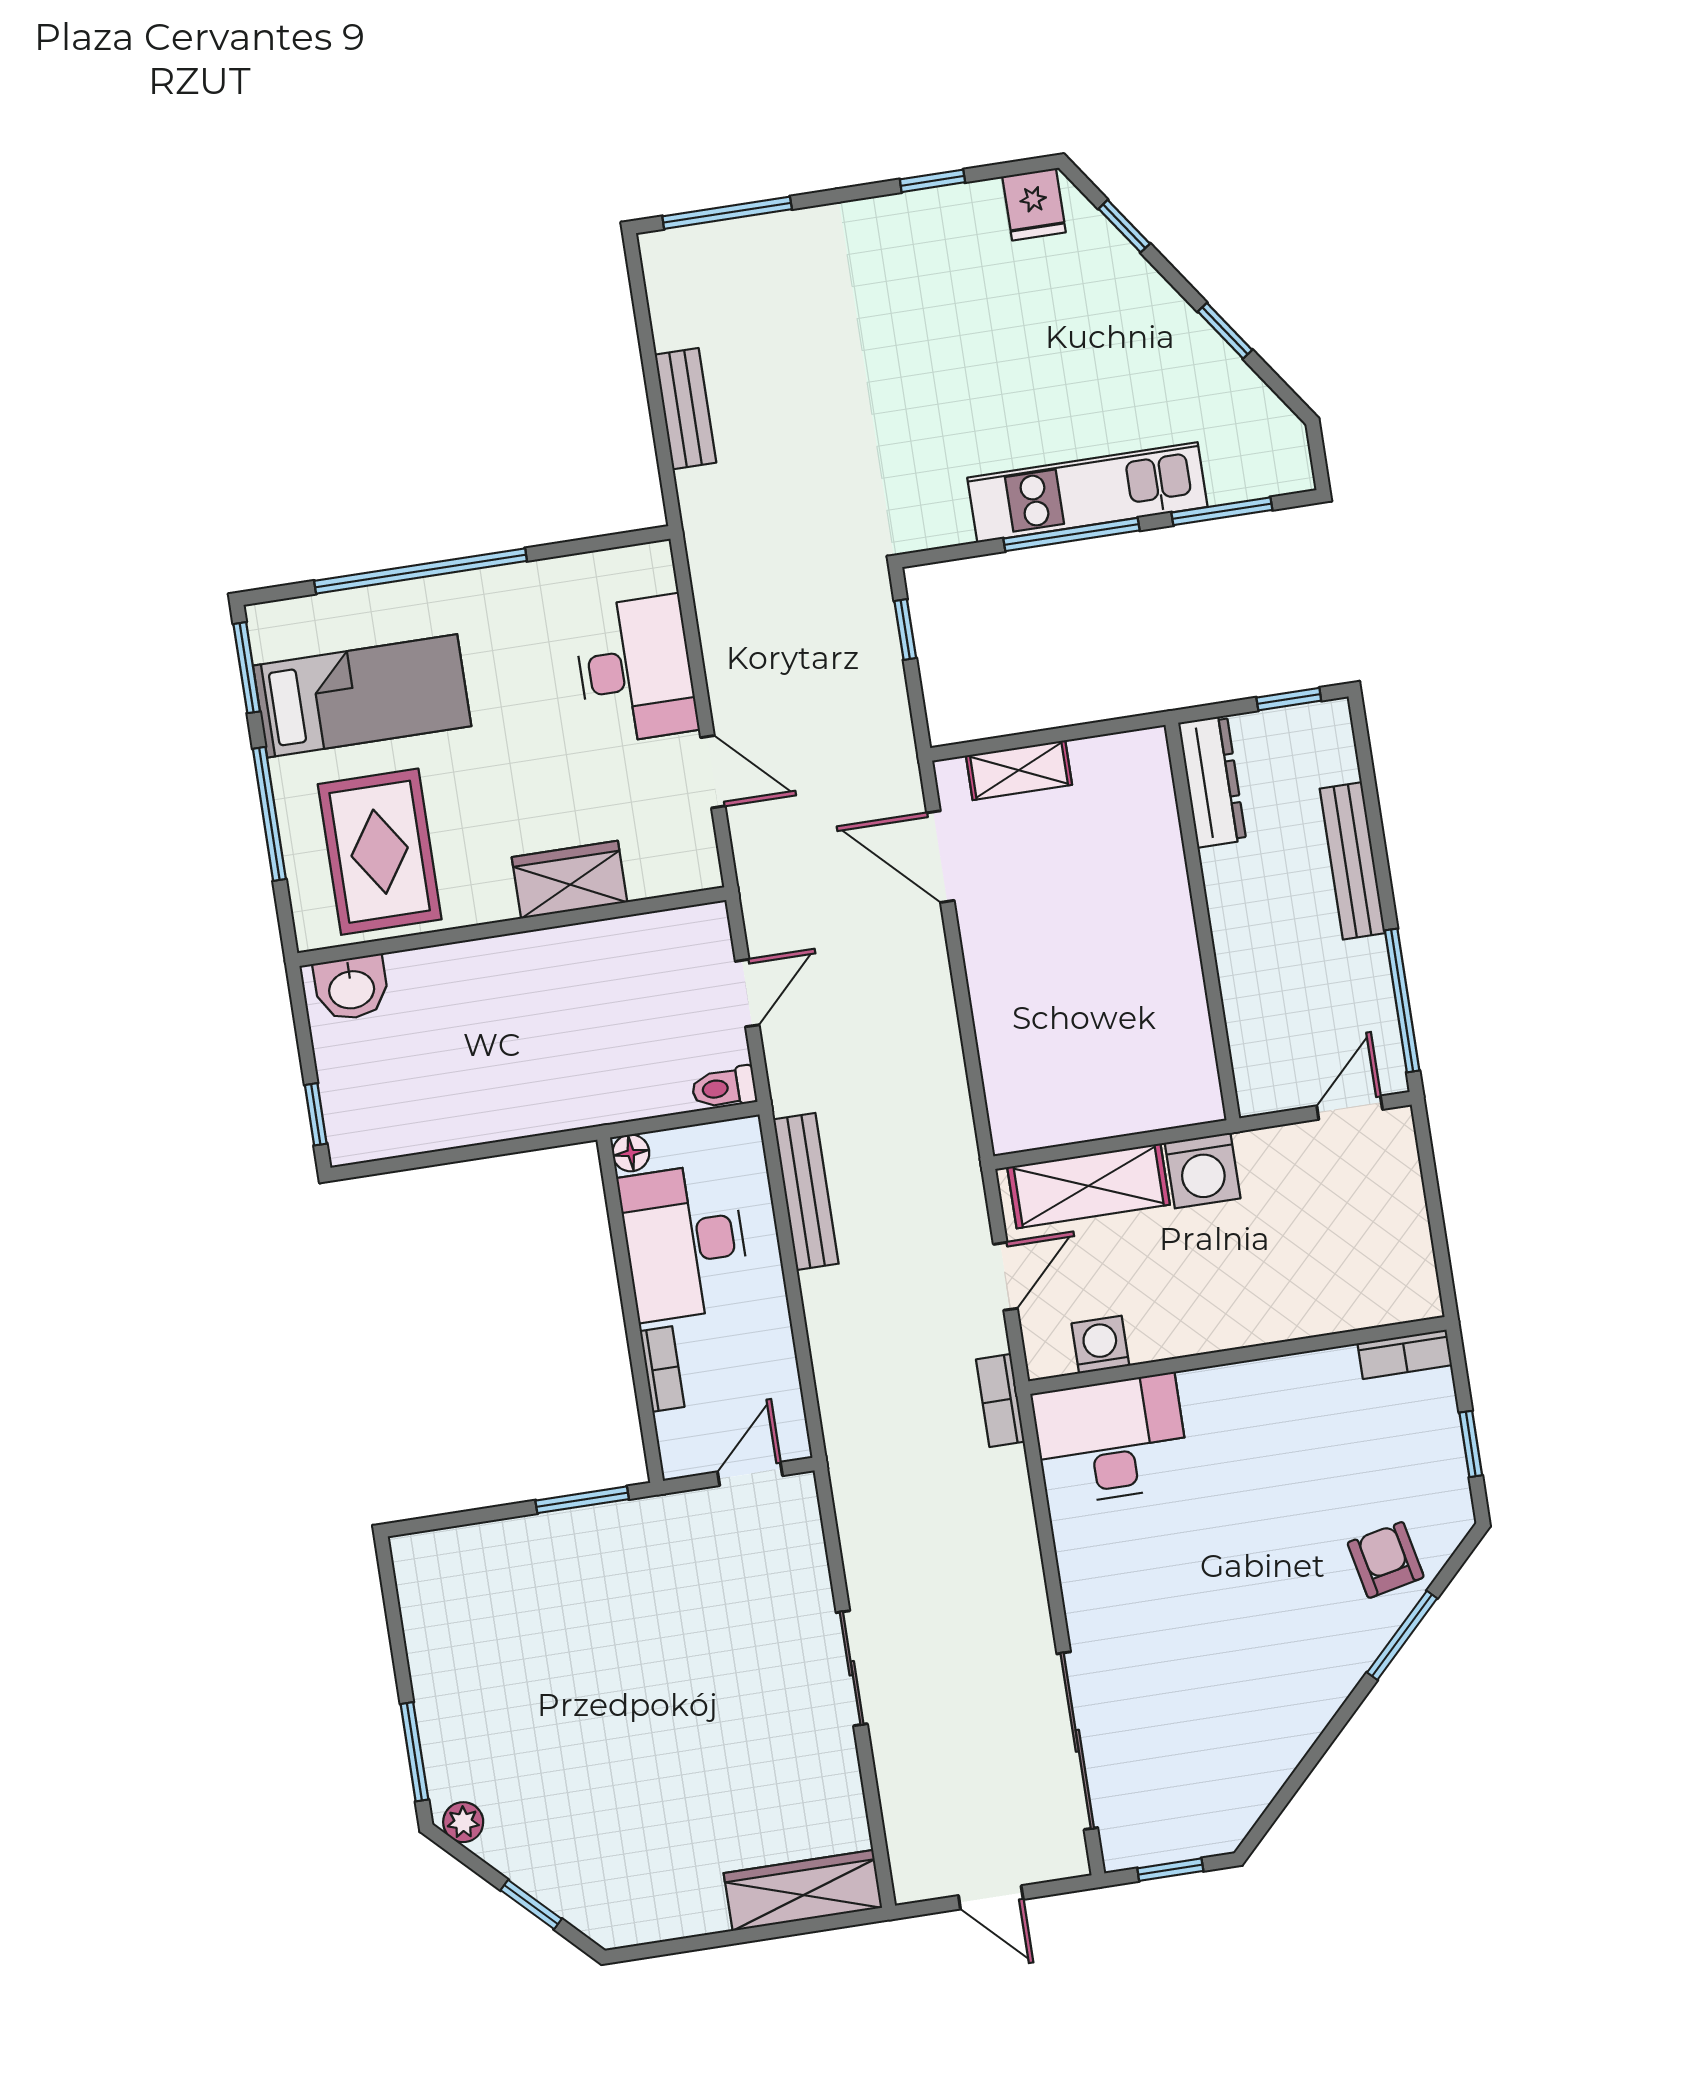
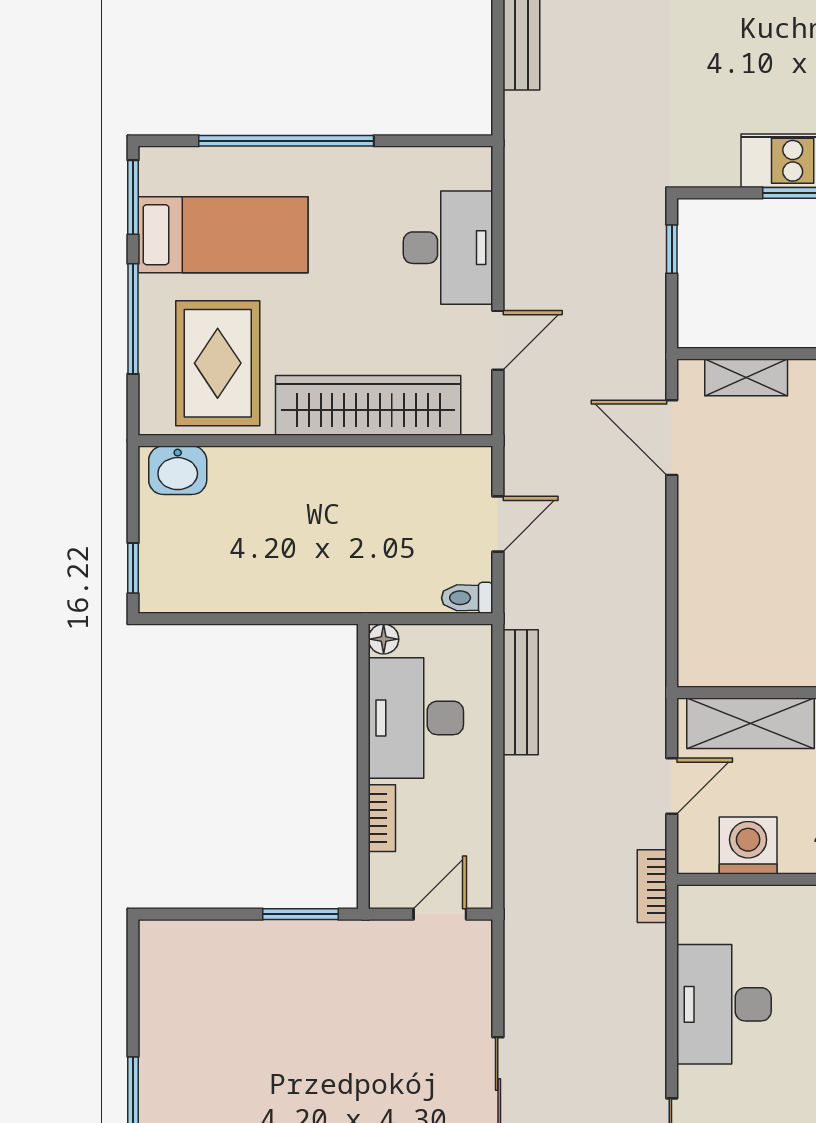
door: (713, 772) -> (498, 340), hinge flipped
wardrobe: (570, 880) -> (368, 405), width x2.10, depth x1.17
washing machine: (1100, 1345) -> (748, 845), width x1.38, depth x1.38
desk: (1111, 1440) -> (724, 1004), moved, turned -90

